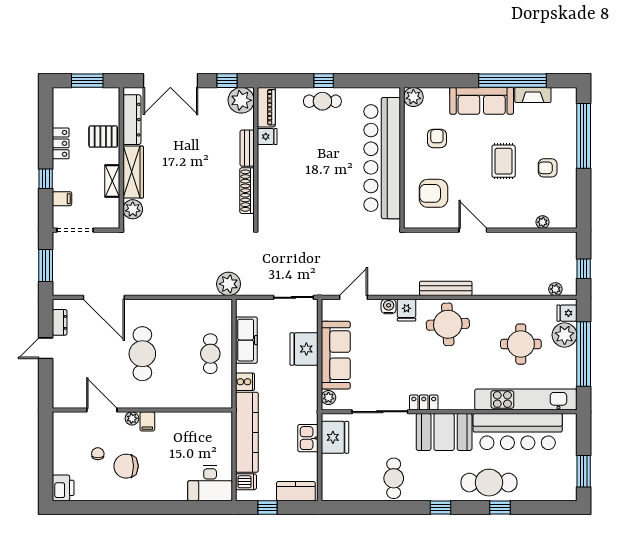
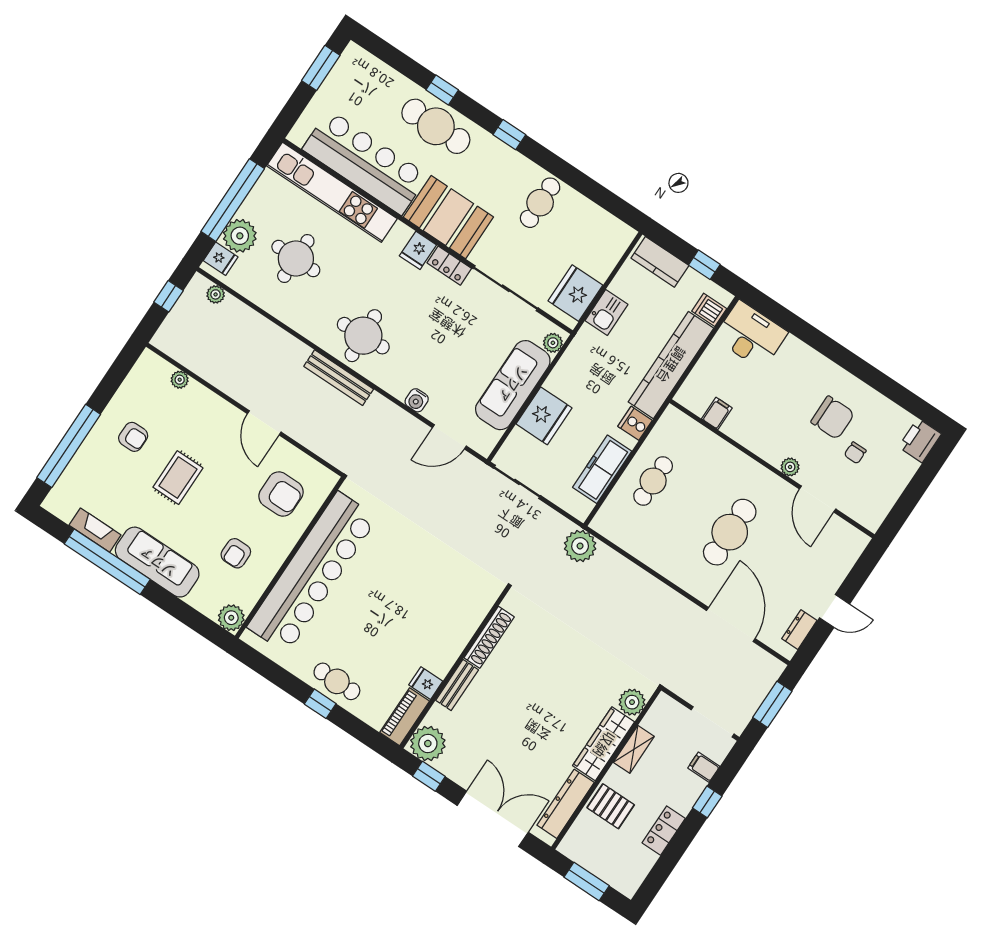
fridge: (407, 310) -> (418, 250), moved, turned 180
filing cabinet: (147, 421) -> (717, 413), moved

